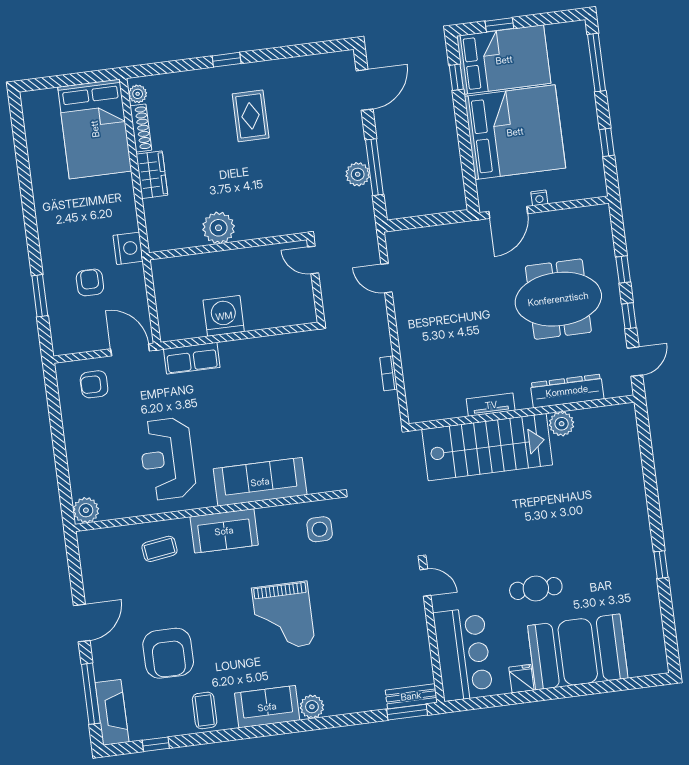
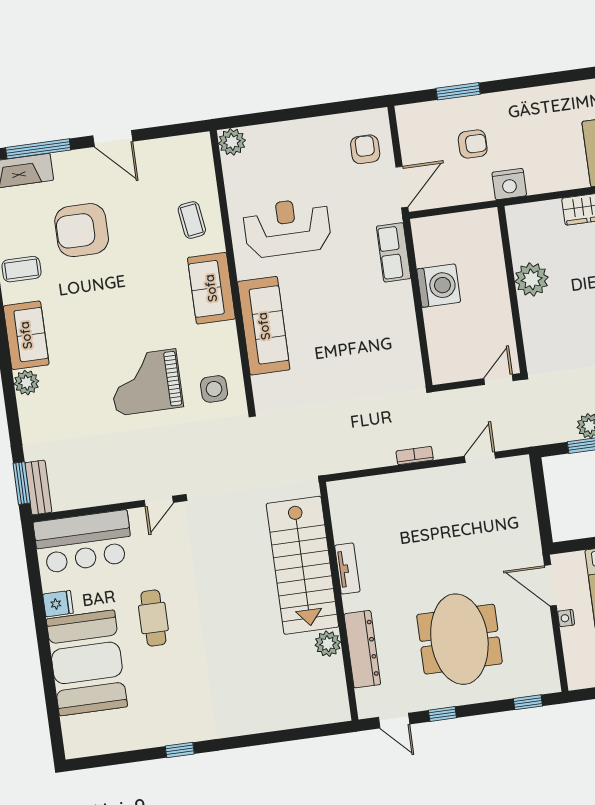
window: (623, 269) -> (528, 702), moved
bookcase: (389, 373) -> (415, 456), moved
grand piano: (283, 616) -> (146, 382), moved

